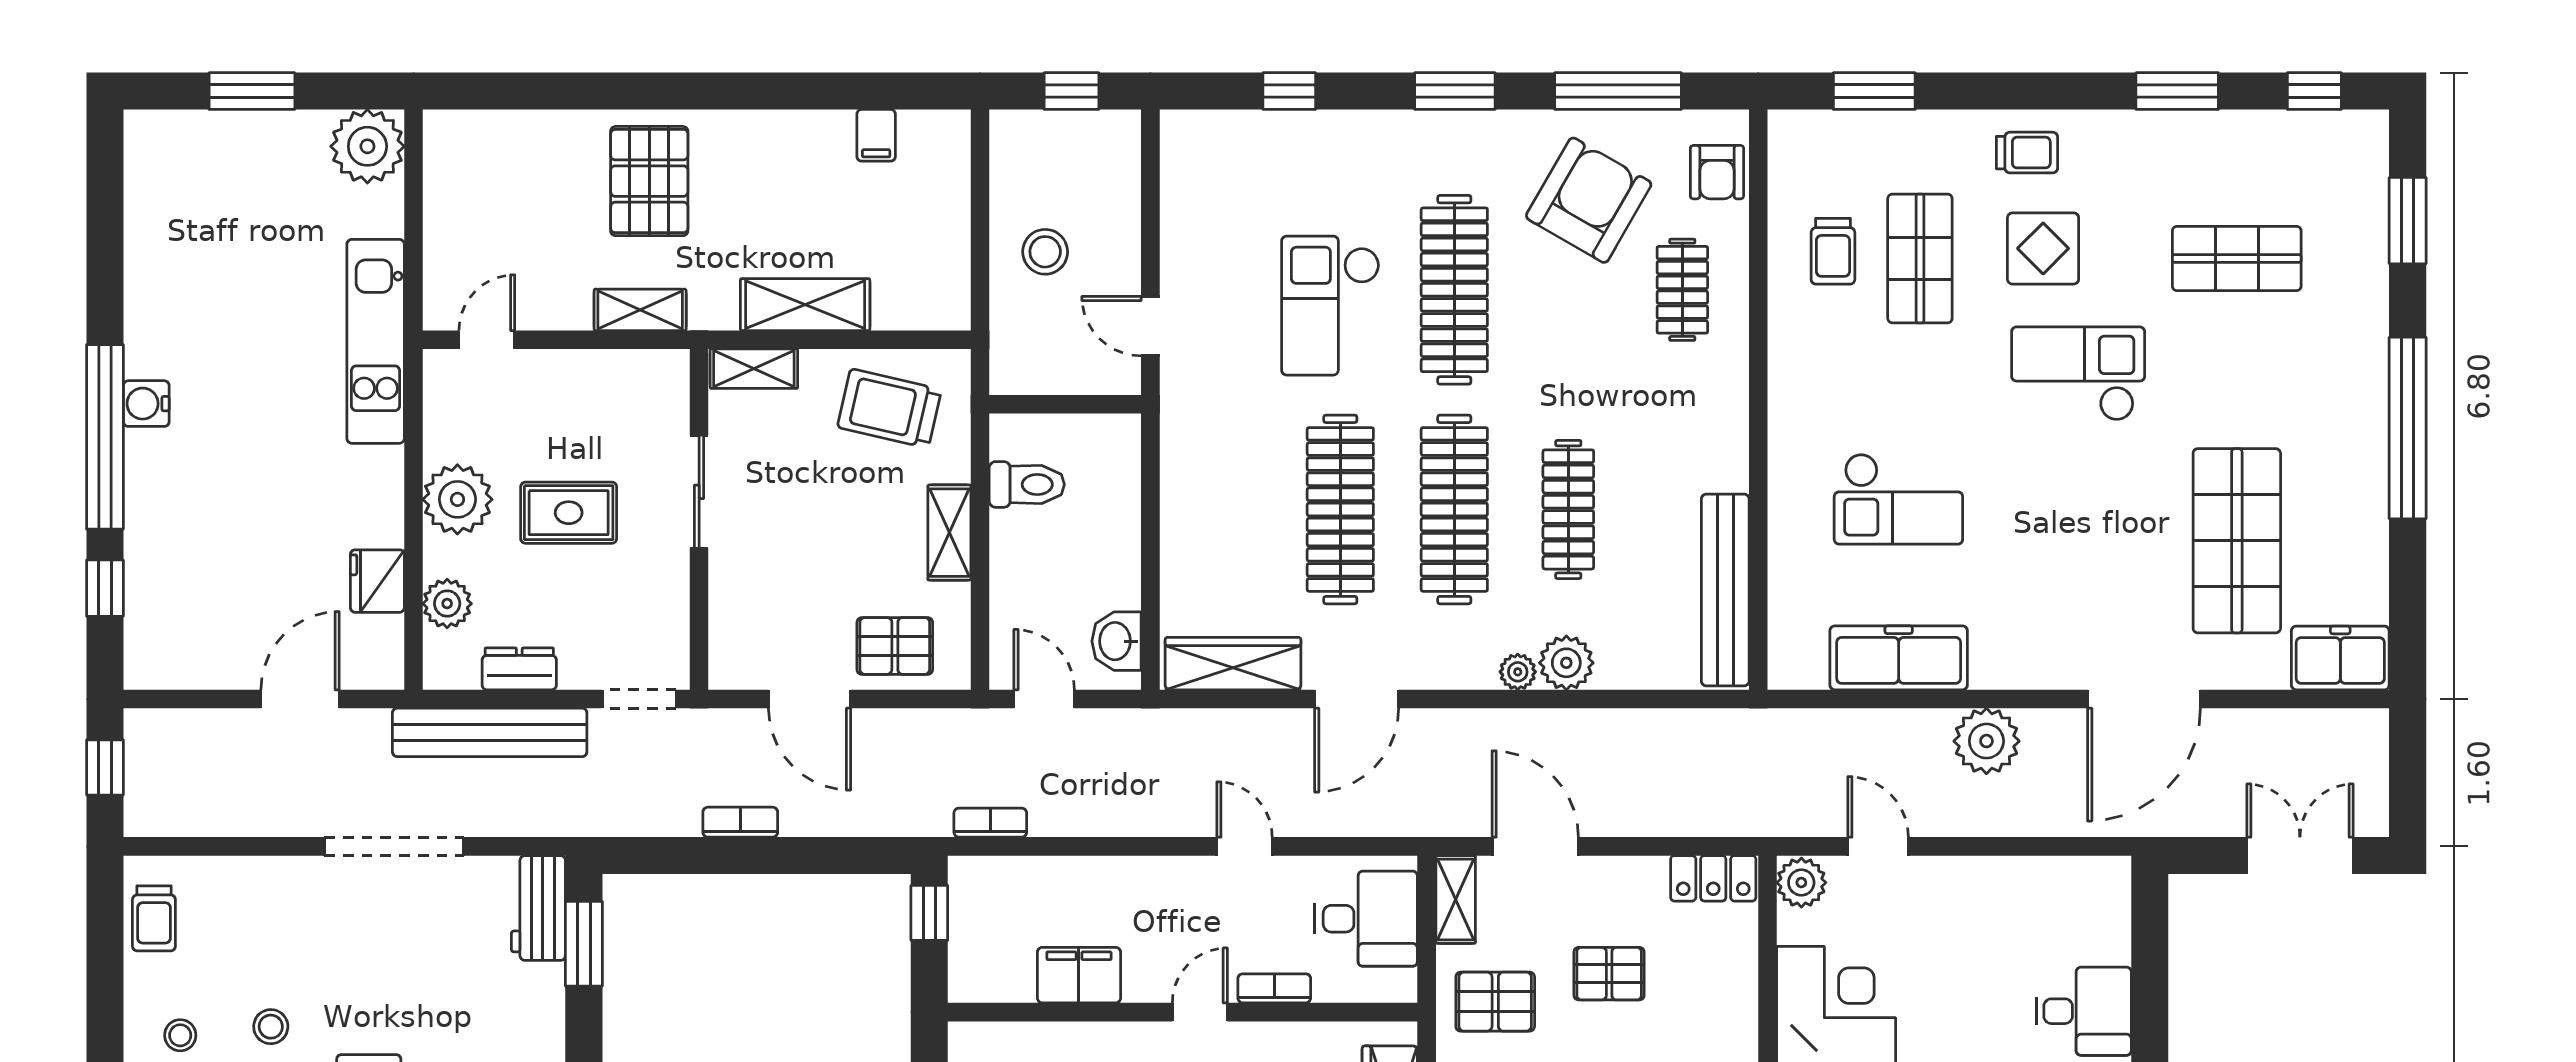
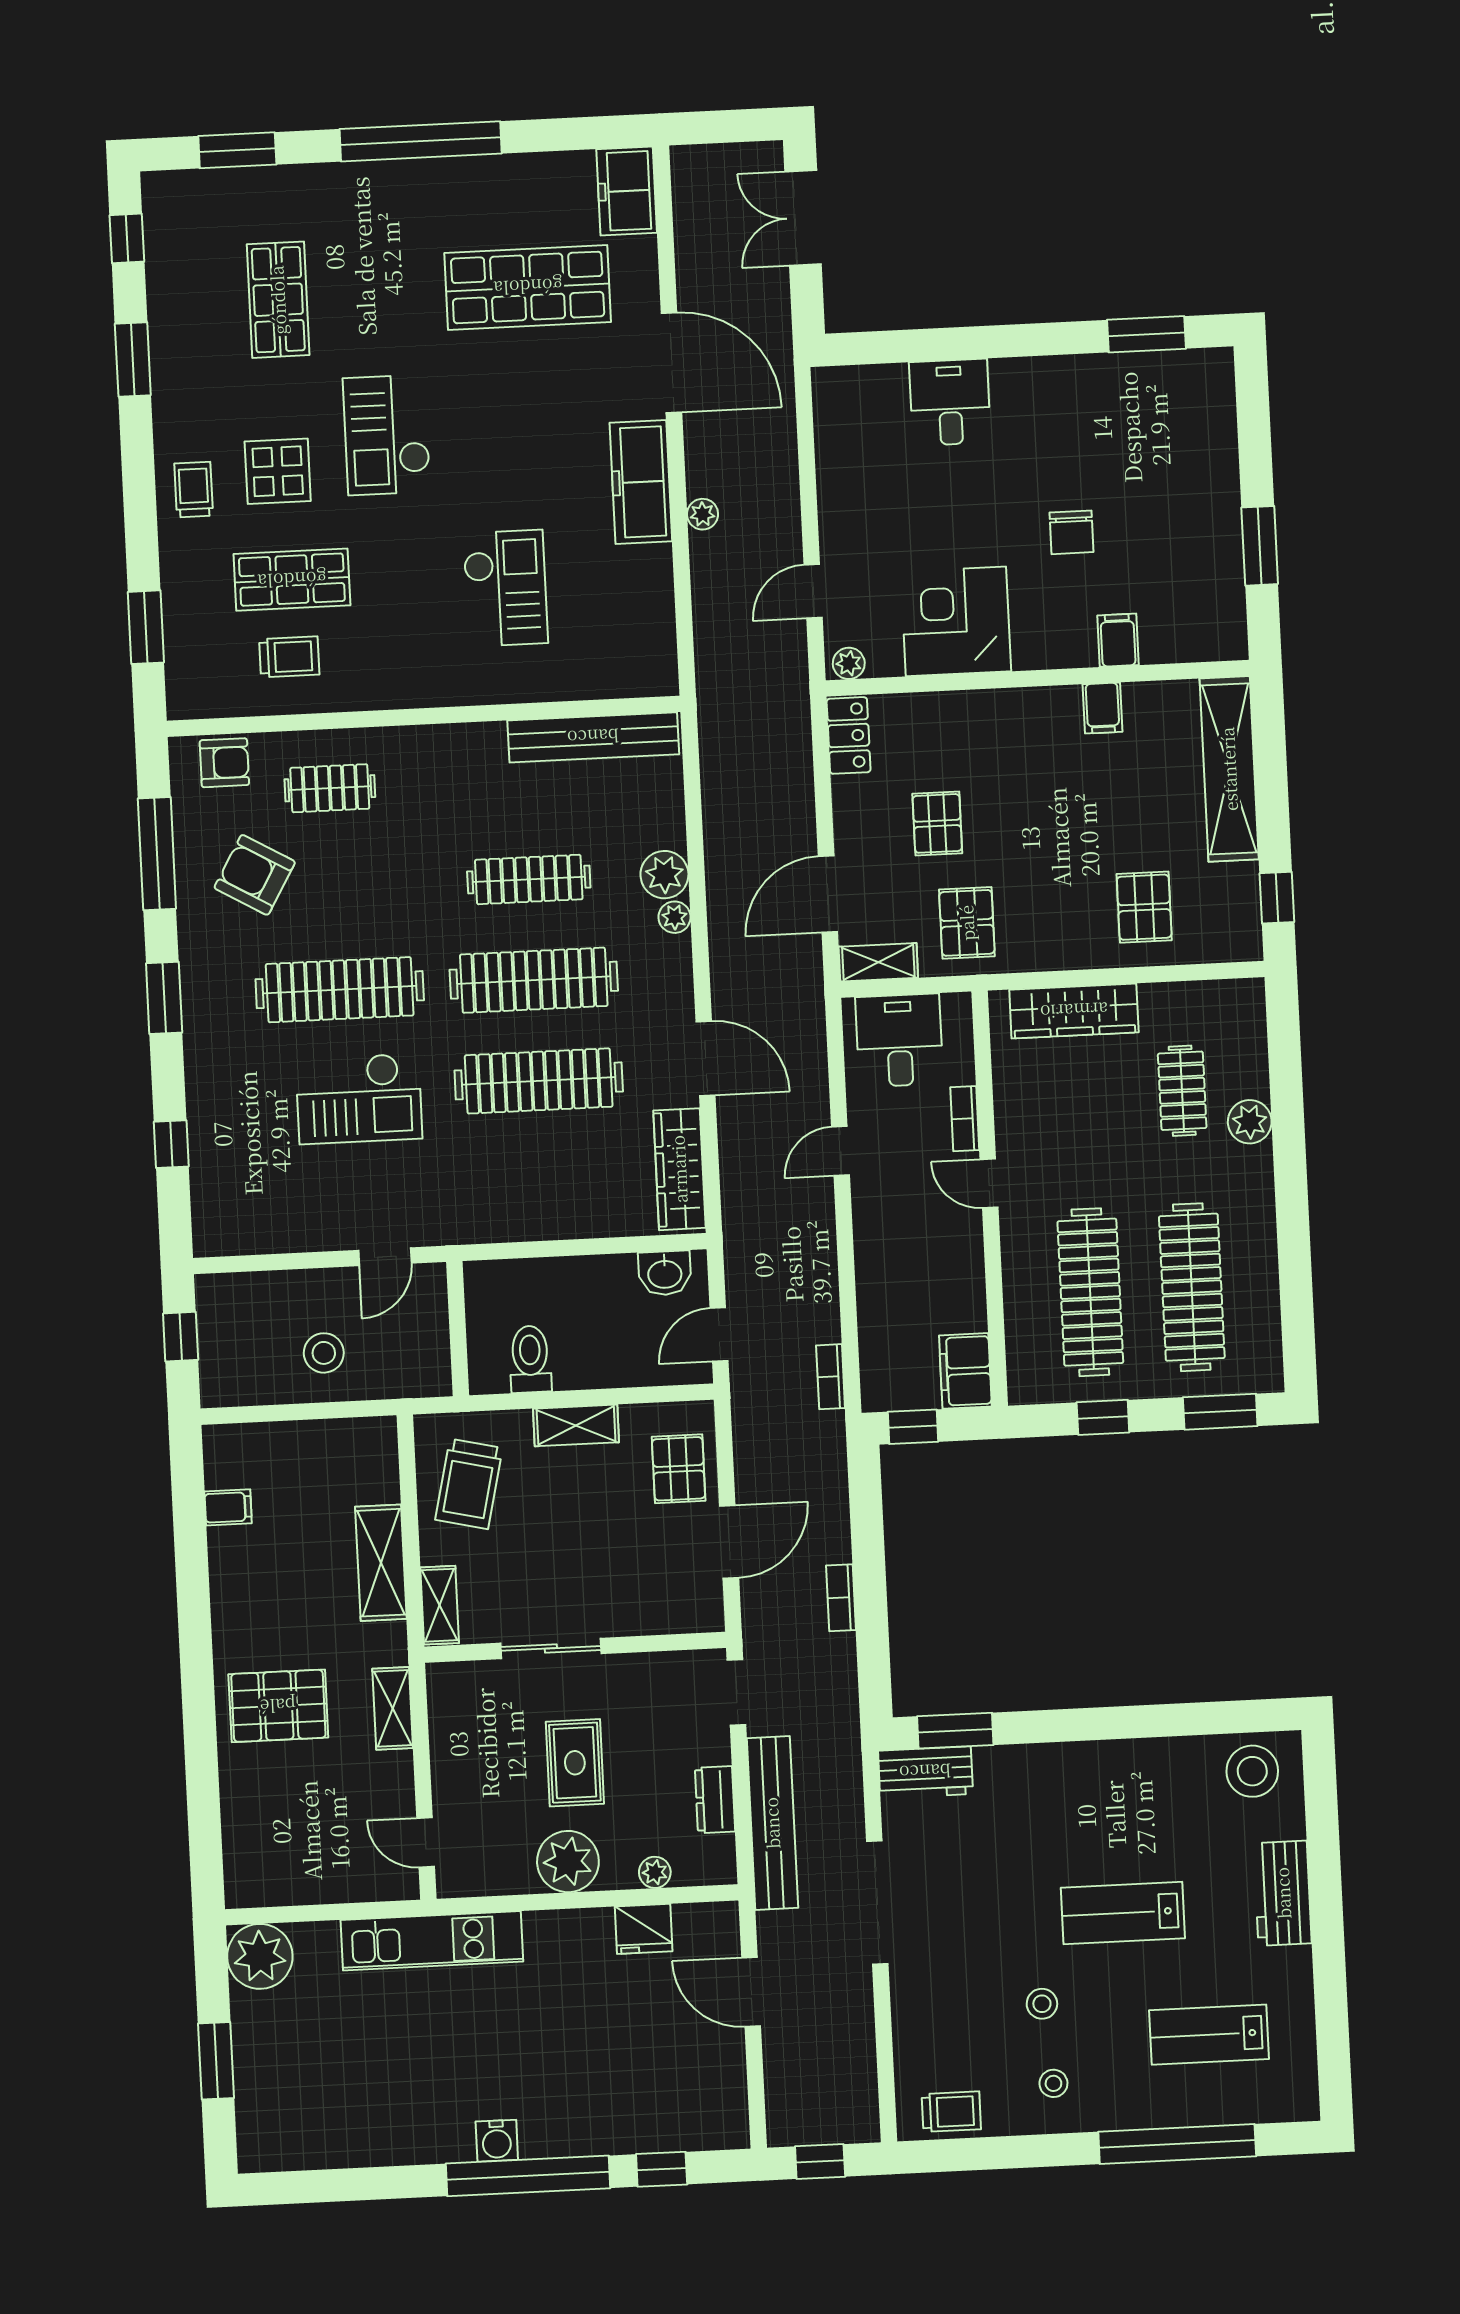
armchair: (1589, 200) -> (255, 875), width x0.73, depth x0.73
plant: (447, 604) -> (655, 1872), width x0.73, depth x0.73
freezer: (1899, 658) -> (641, 482), moved
plant: (1986, 741) -> (703, 514), width x0.53, depth x0.53
plant: (1801, 883) -> (849, 663), width x0.73, depth x0.73
filing cabinet: (1079, 975) -> (965, 1371), moved

